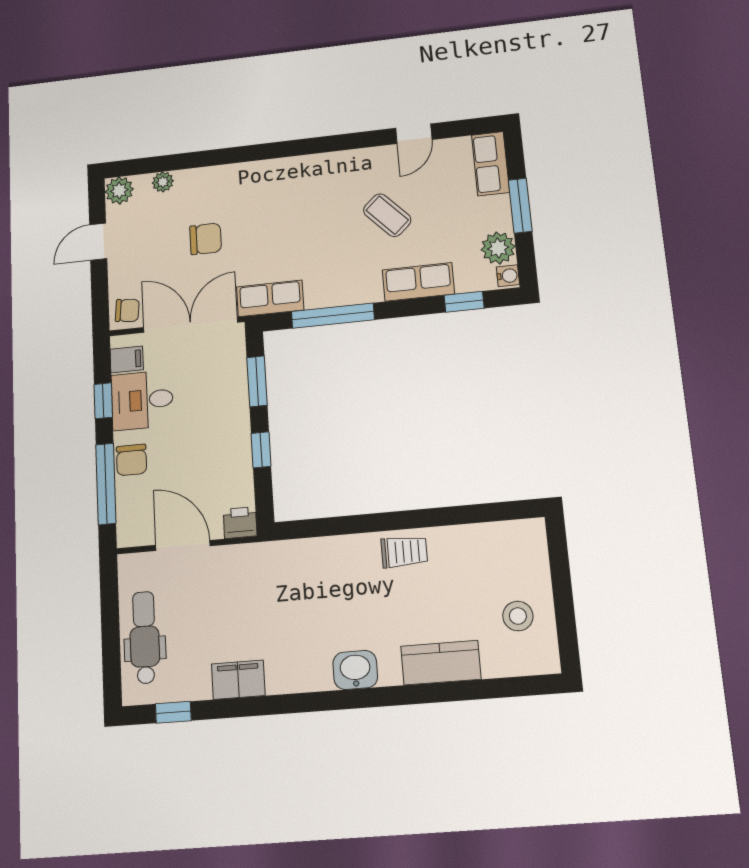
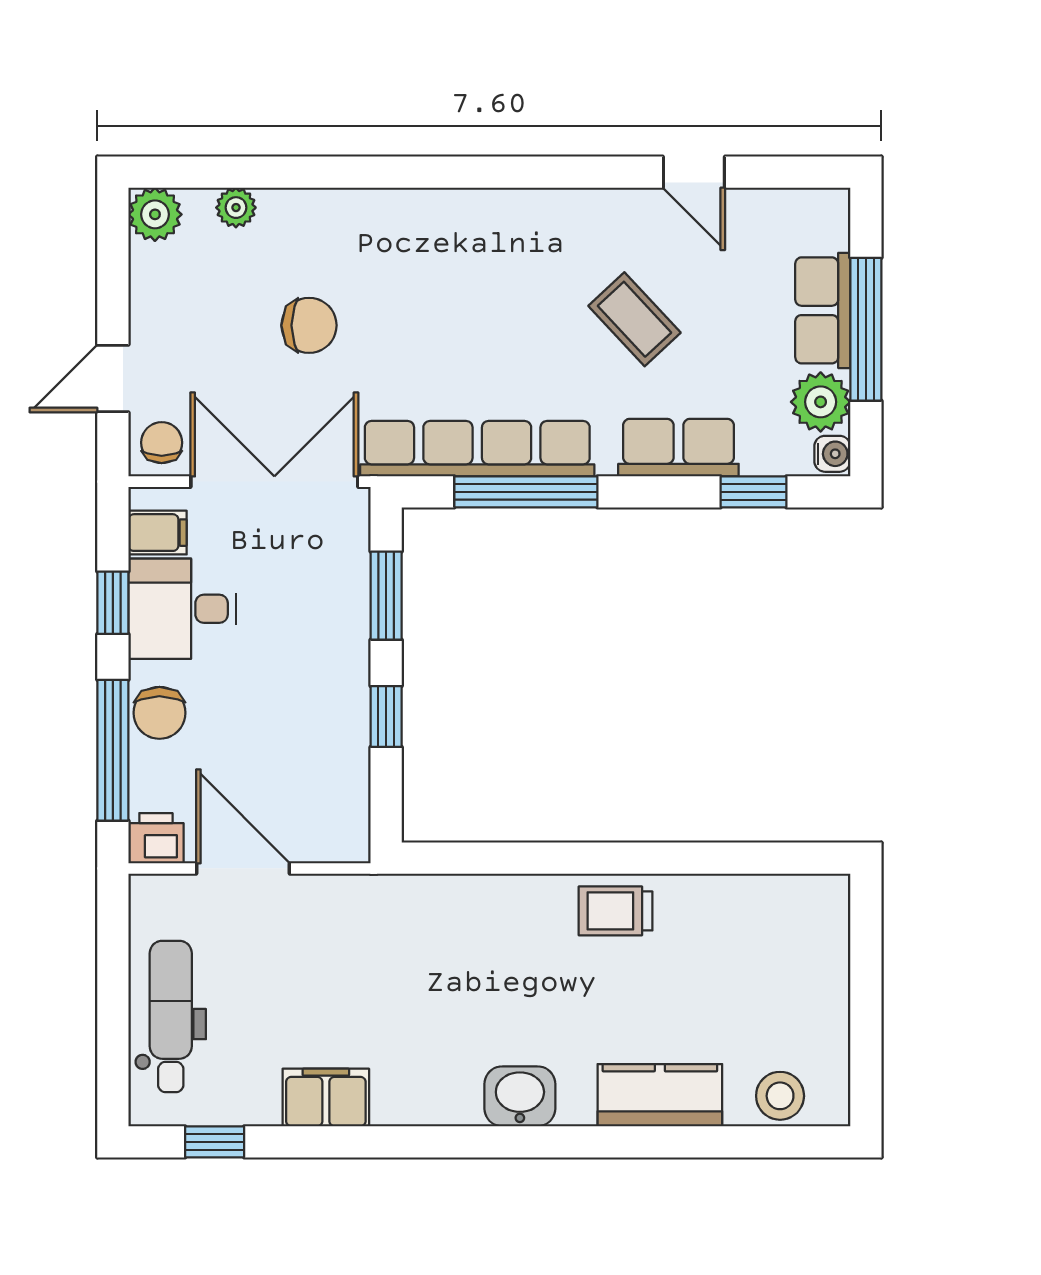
door: (414, 134) -> (694, 172), hinge flipped
row of seats: (491, 164) -> (823, 310), moved
window: (520, 206) -> (866, 329), width x1.44
door: (98, 242) -> (113, 378), moved
row of seats: (270, 298) -> (477, 449), width x2.02
chair: (127, 310) -> (162, 443), turned -96
printer: (240, 523) -> (156, 838), moved
trolley: (404, 552) -> (616, 911), turned 180
stool: (518, 616) -> (780, 1096), moved

